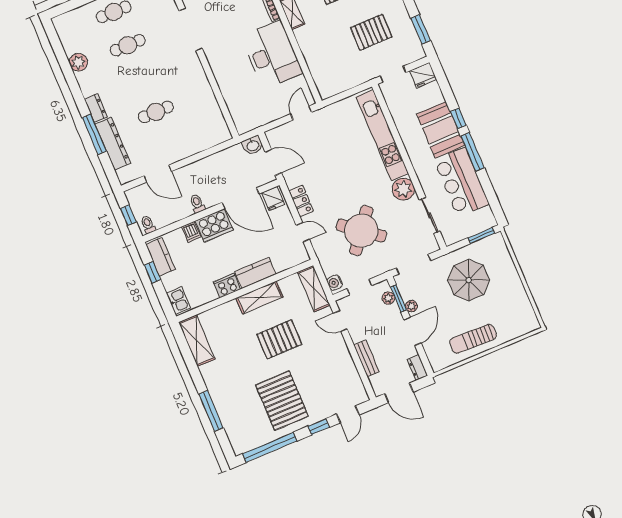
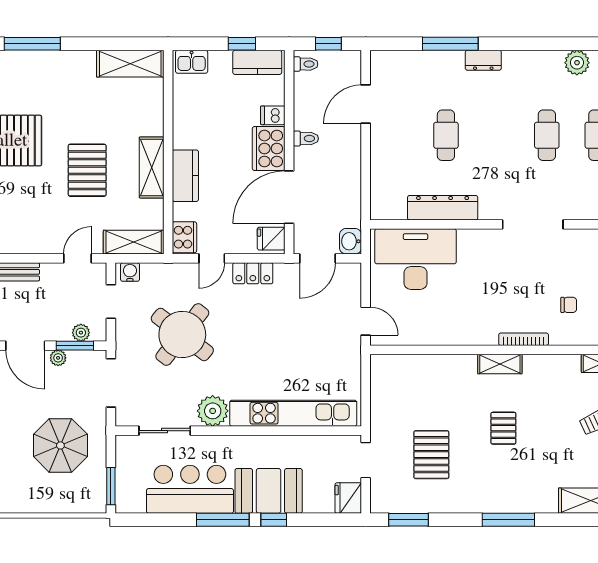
desk: (272, 55) -> (416, 259), moved, turned 180
plant: (78, 62) -> (577, 63), moved
dresser: (113, 144) -> (443, 208), moved, turned 180
cooker: (227, 286) -> (184, 237), moved

